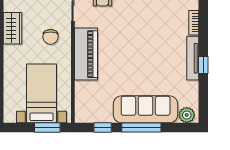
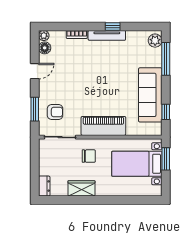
sofa: (146, 109) -> (150, 95), moved
window: (141, 127) -> (166, 59), moved

